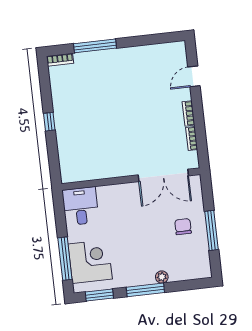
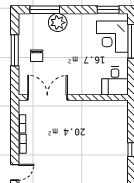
plant: (162, 277) -> (58, 23), width x1.87, depth x1.87
window: (145, 290) -> (45, 10), moved

